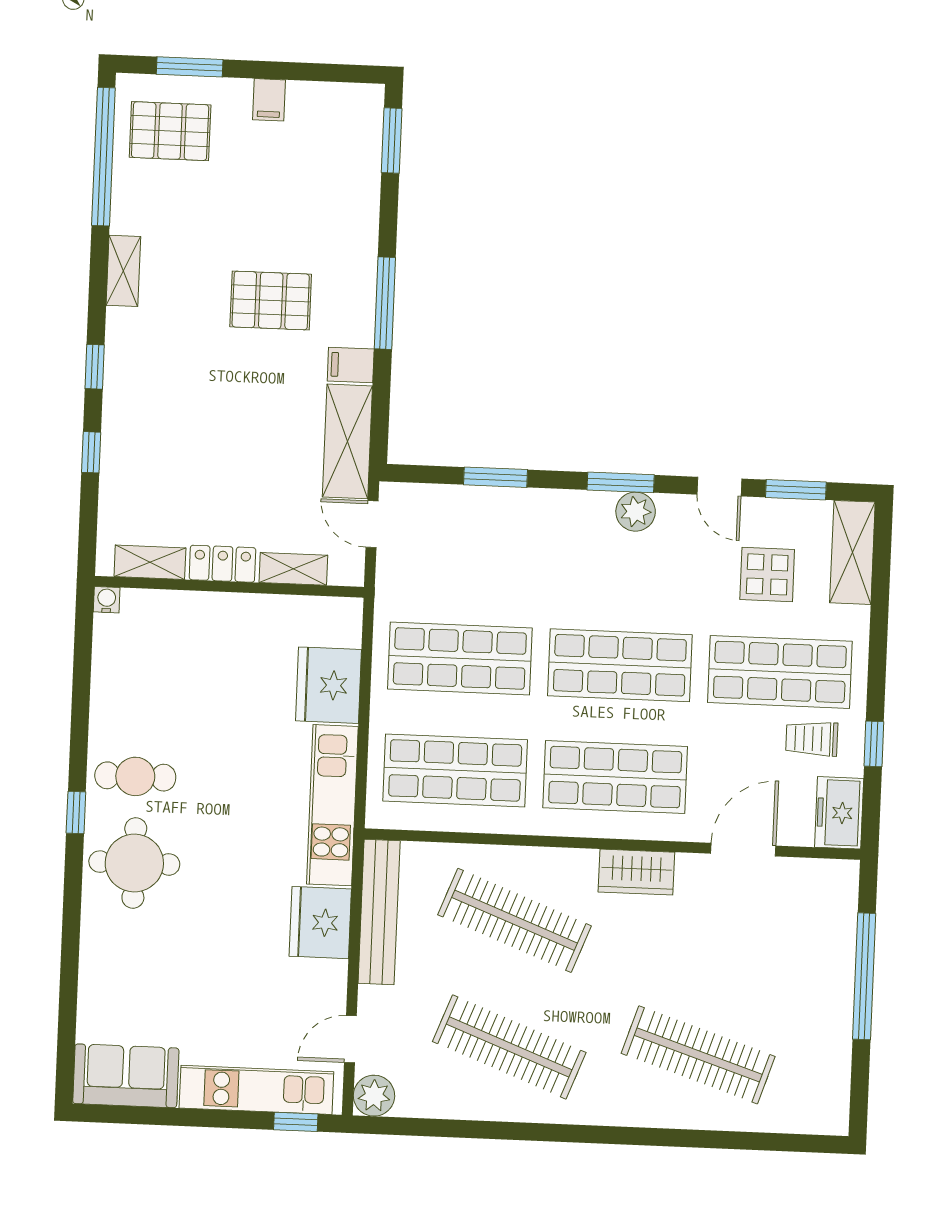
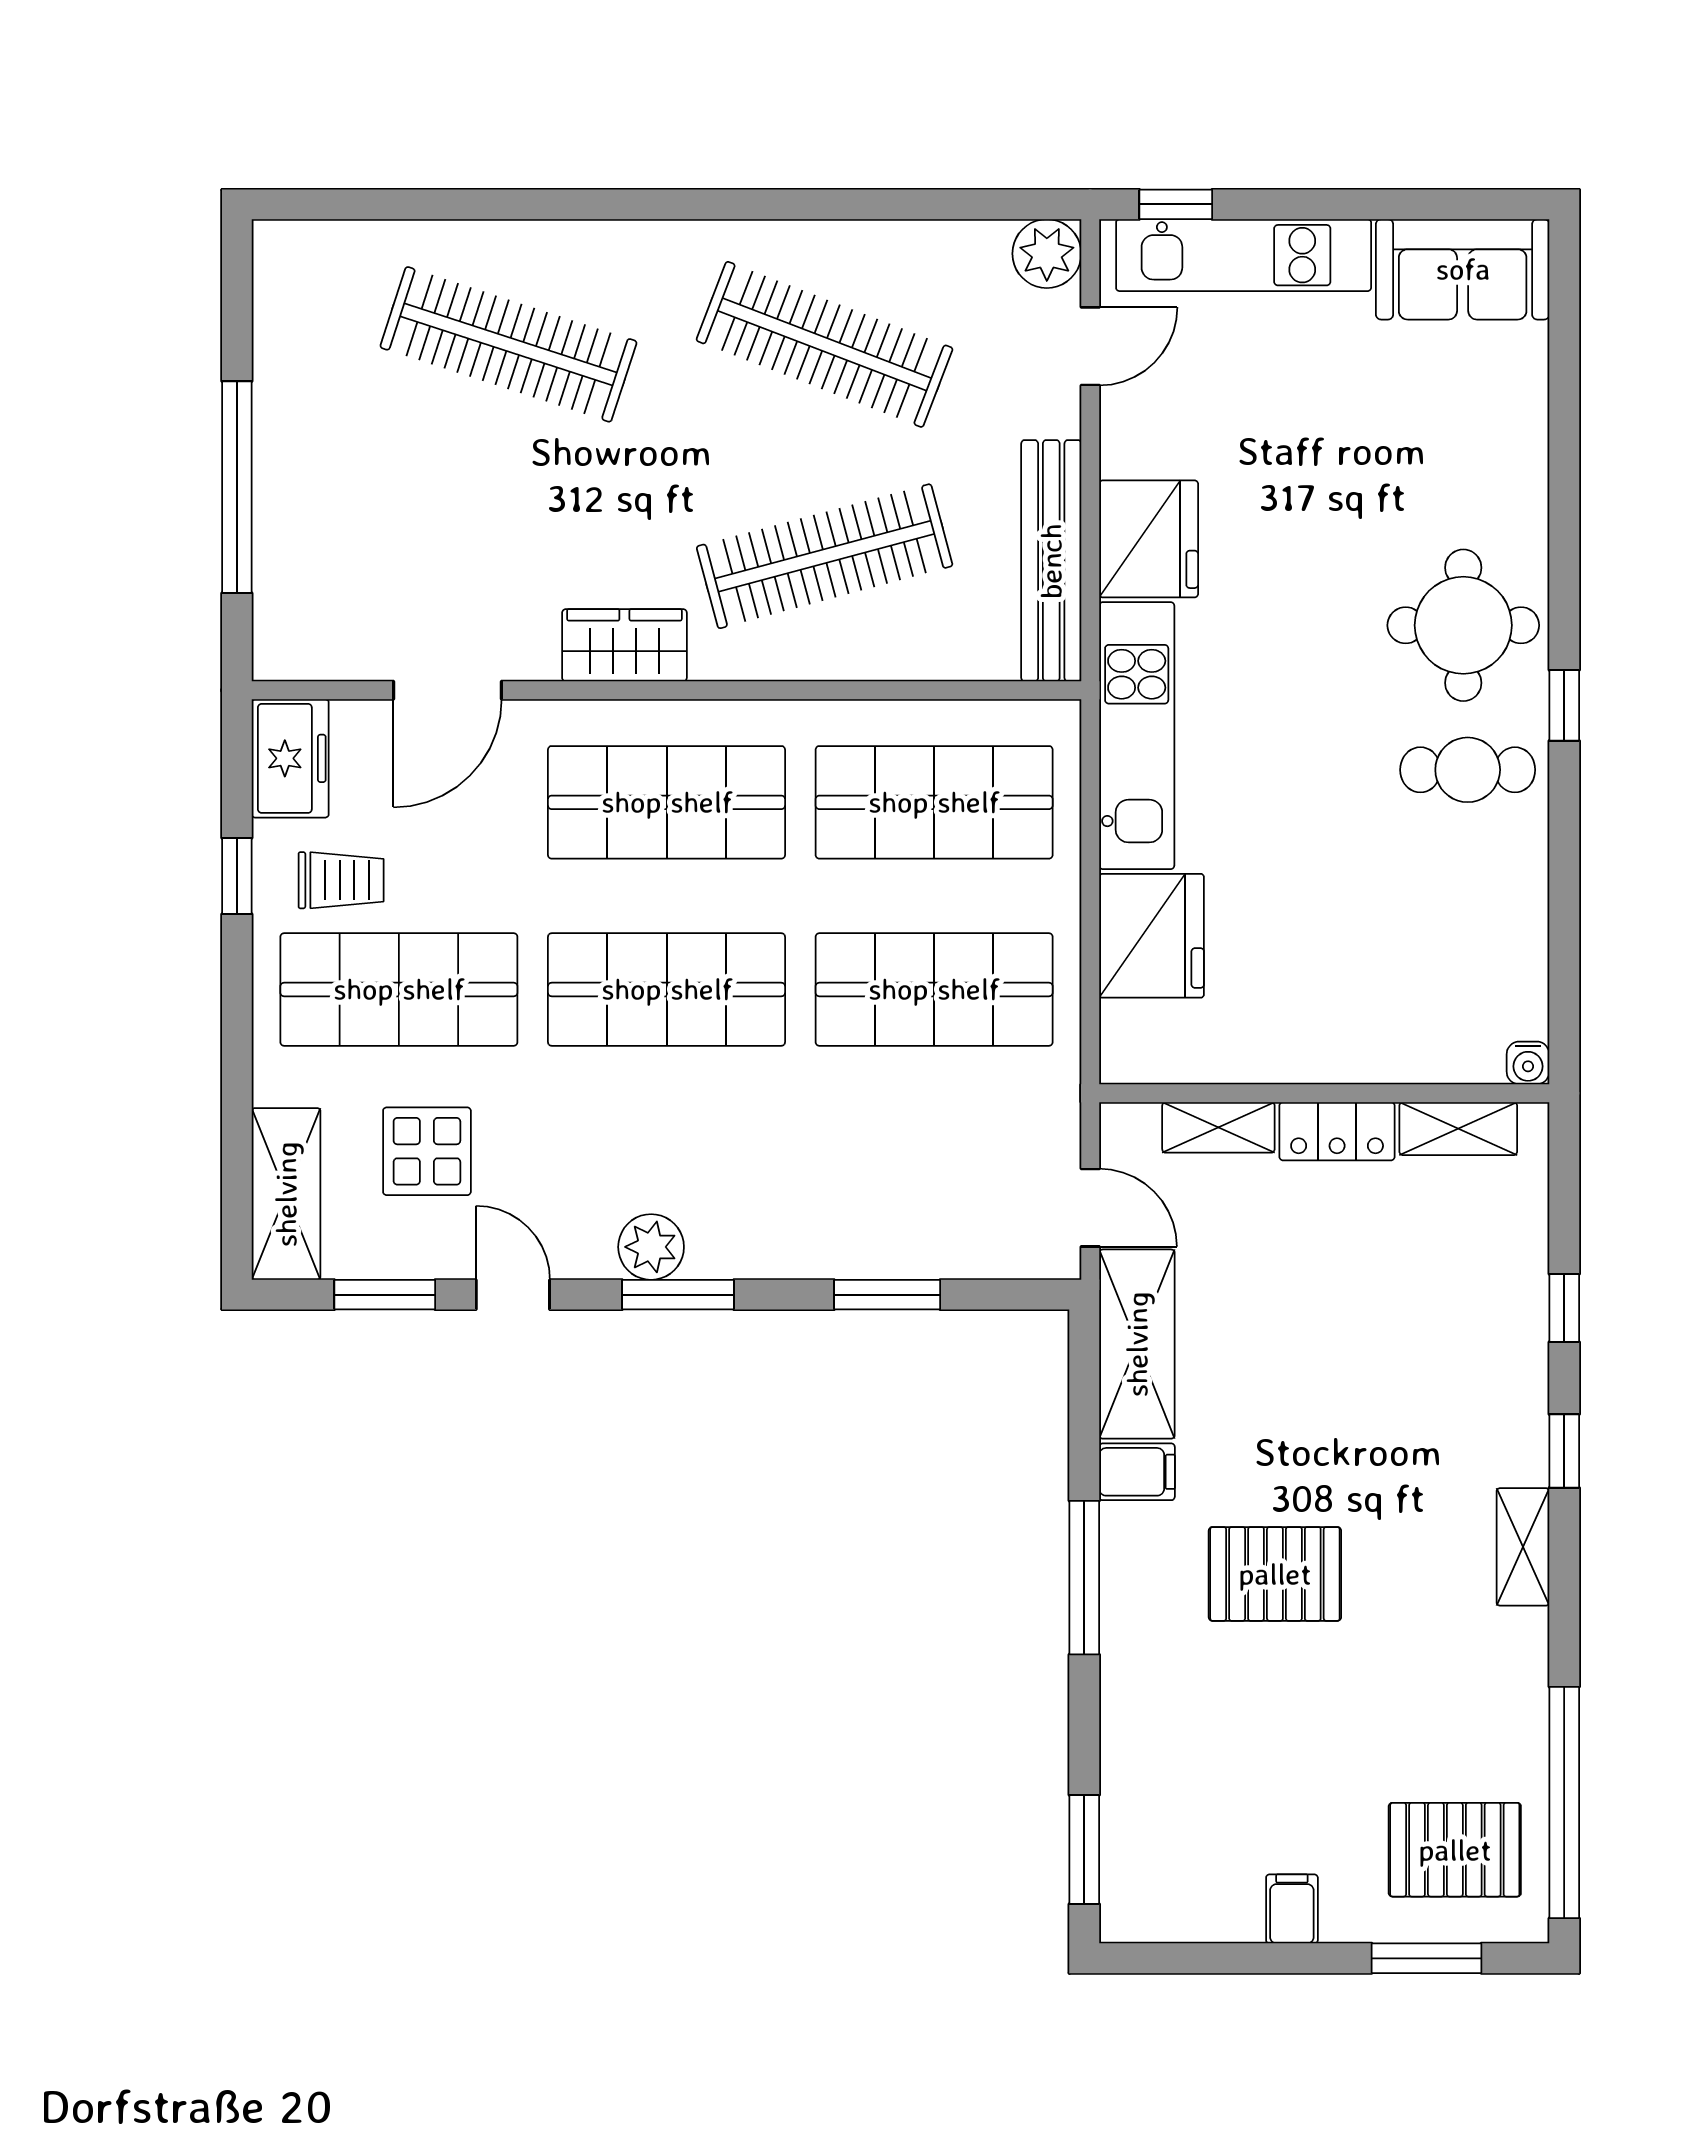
shelving: (123, 271) -> (1523, 1547), moved
clothes rail: (514, 920) -> (825, 556), turned -36

